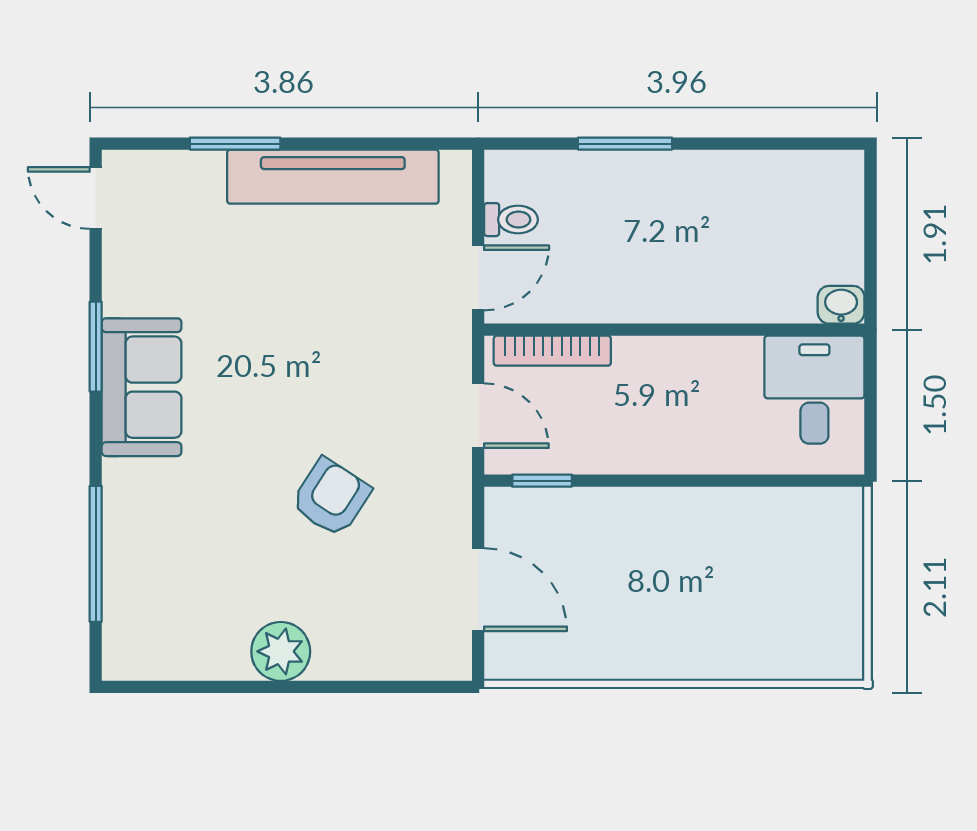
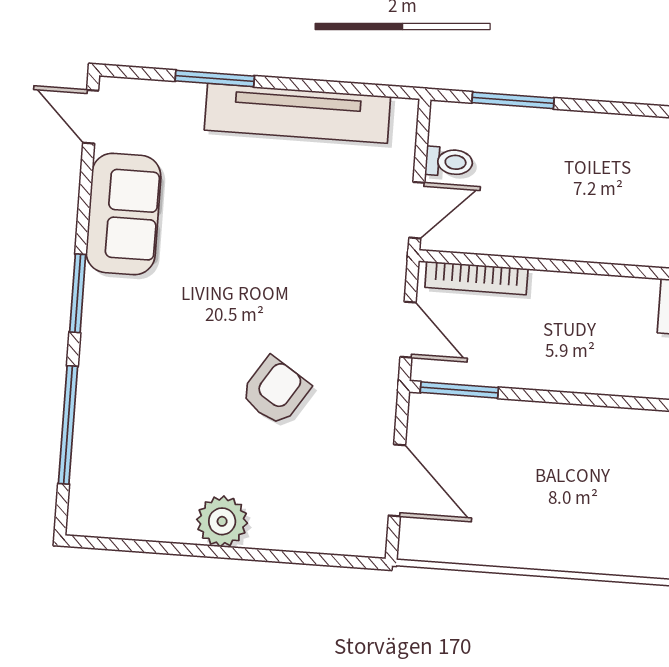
window: (625, 144) -> (513, 100), moved
window: (96, 347) -> (78, 293), moved
sofa: (142, 387) -> (123, 214), moved
window: (542, 481) -> (459, 390), width x1.50

